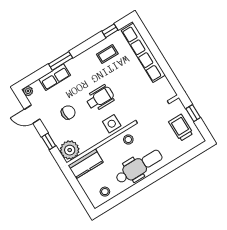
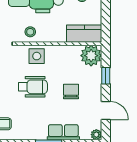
wheelchair: (100, 98) -> (33, 87), turned 180
chair: (68, 112) -> (71, 92), turned 90

